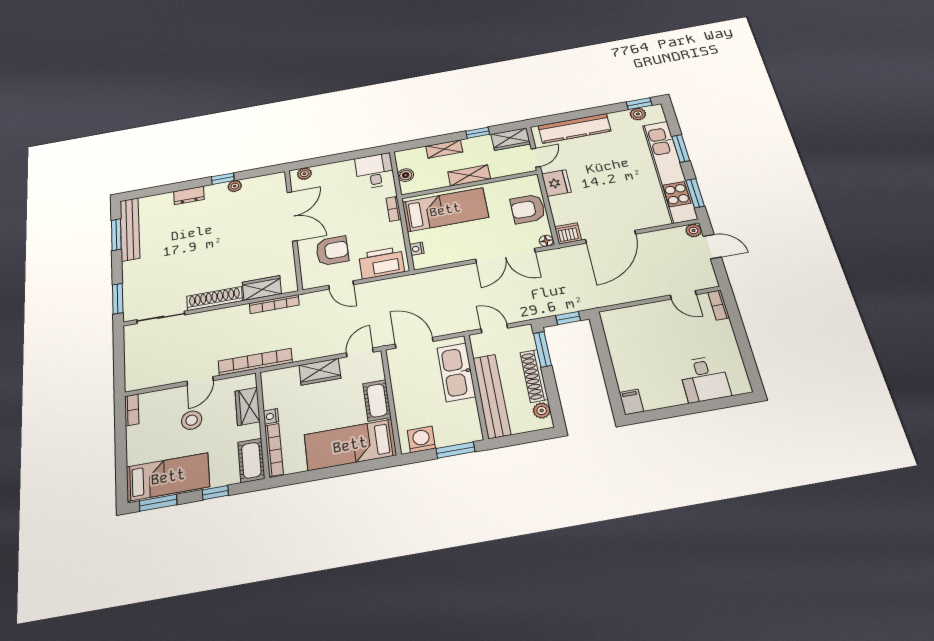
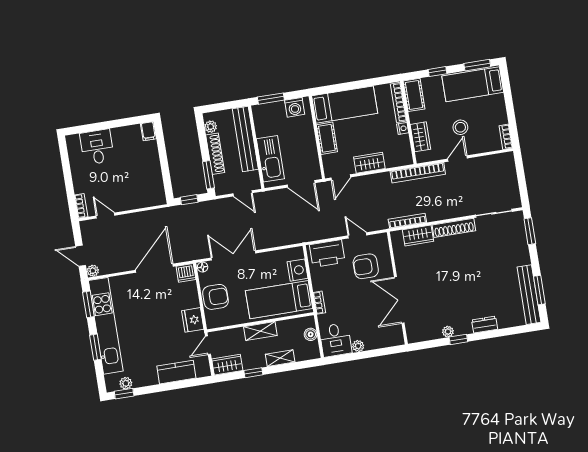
kitchen counter: (575, 128) -> (176, 372), width x0.67
plant: (304, 174) -> (358, 346), moved
nightstand: (417, 249) -> (297, 270), width x1.89, depth x1.79

